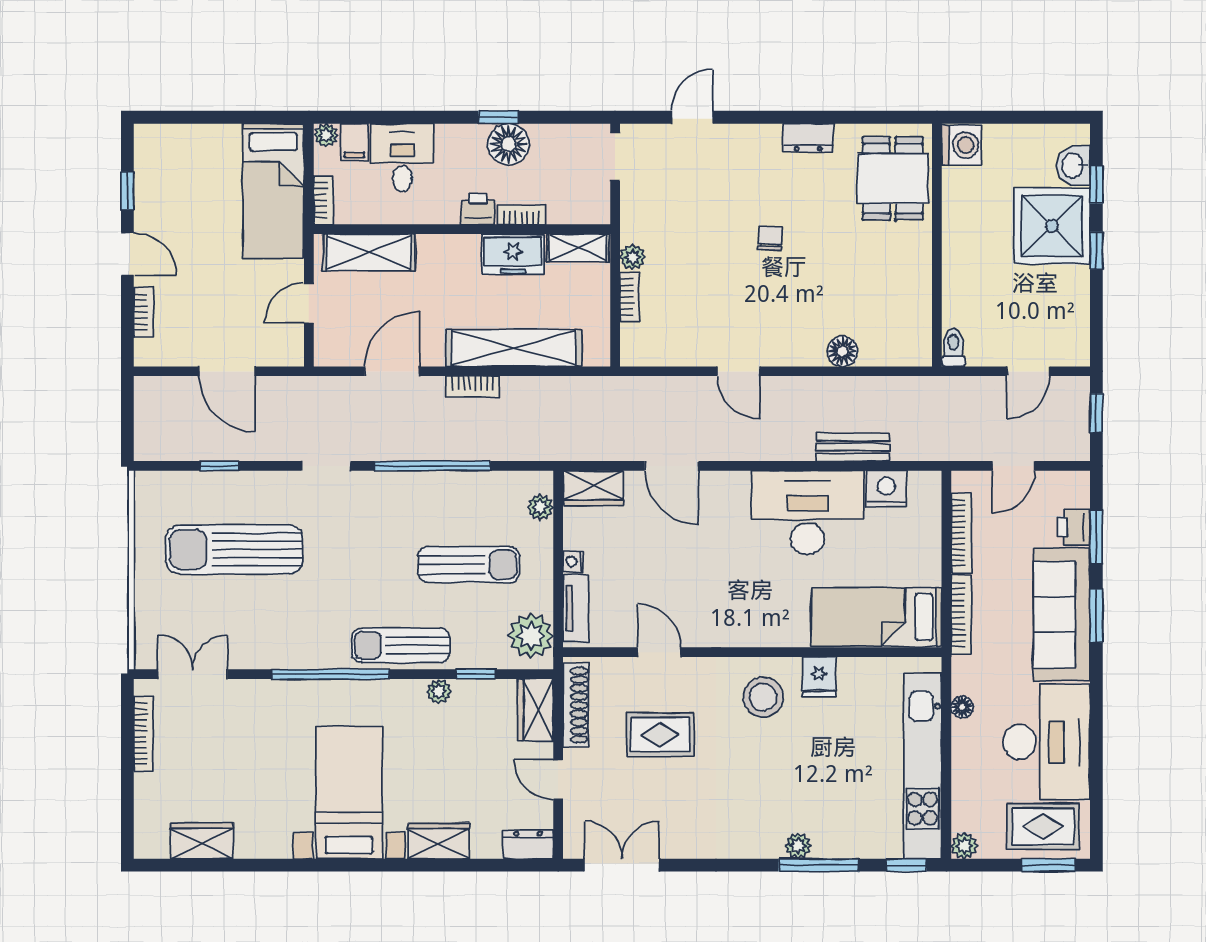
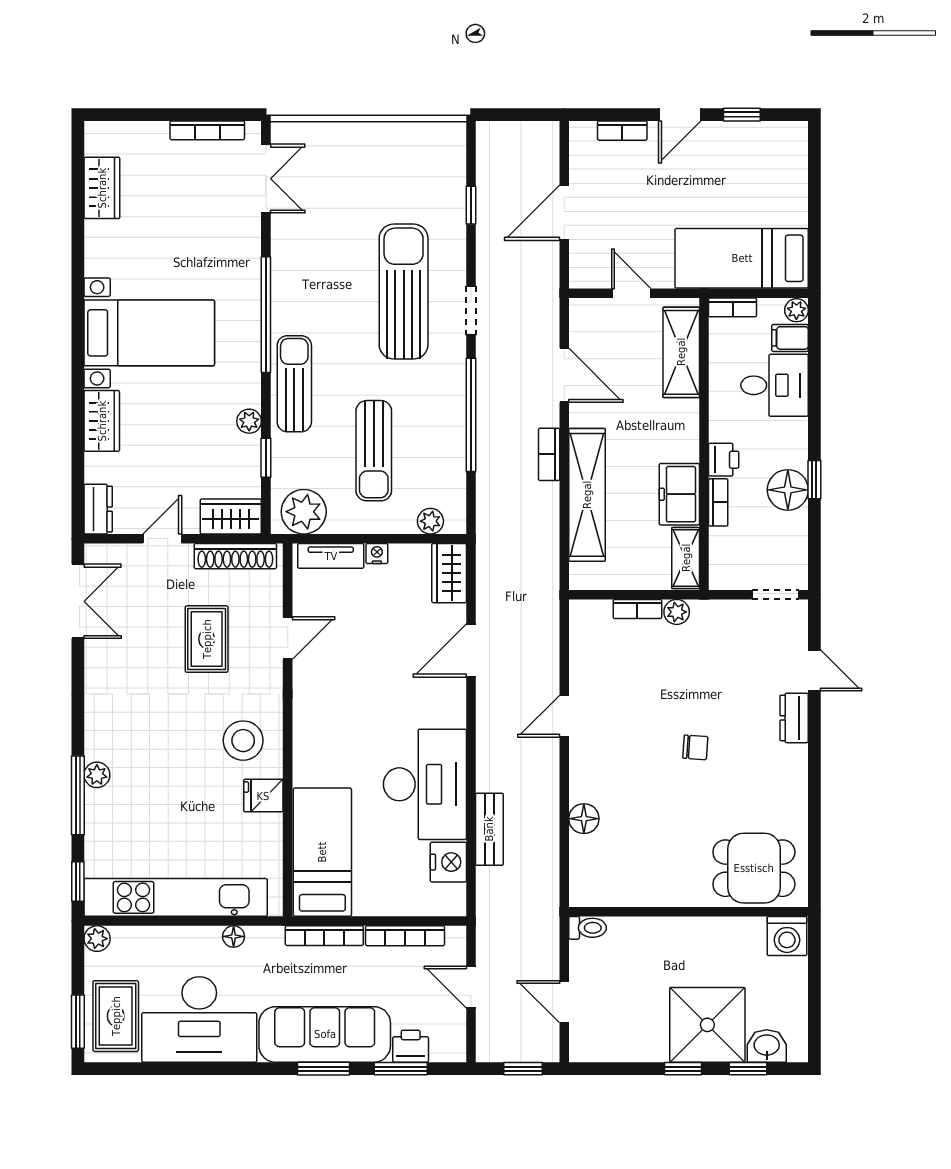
dresser: (808, 138) -> (794, 718), moved
sun lounger: (234, 549) -> (404, 292), moved

